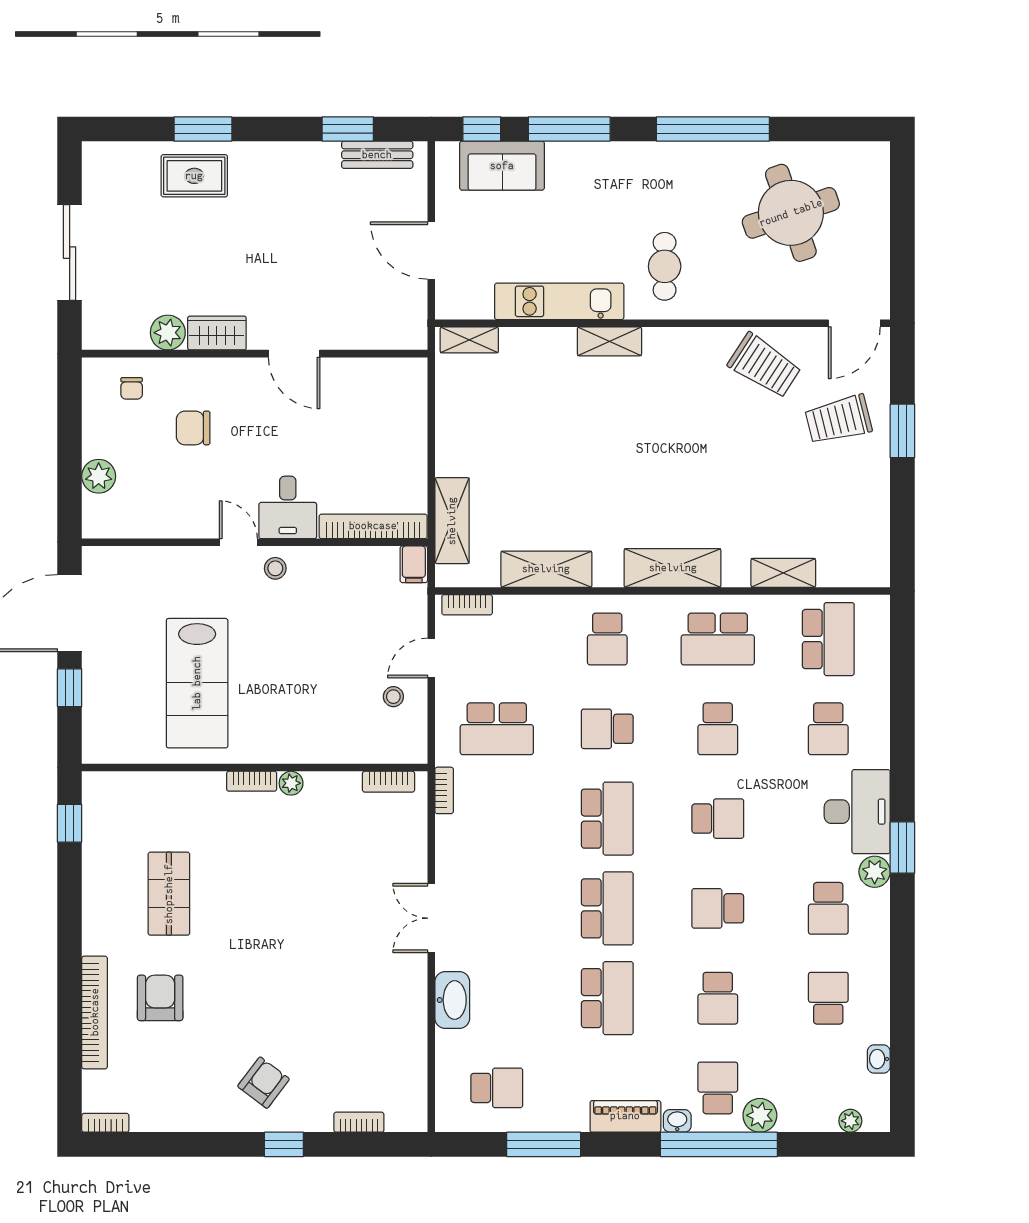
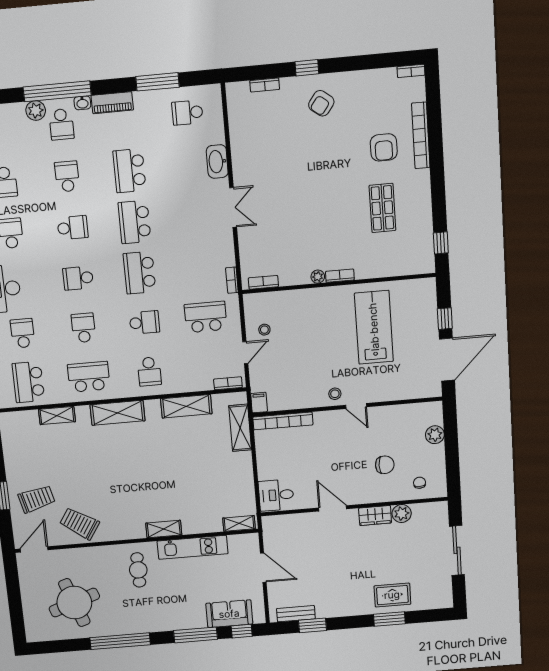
desk: (288, 507) -> (276, 495), moved, turned -90
school desk: (607, 639) -> (149, 371), turned 180

